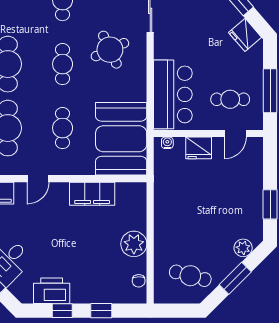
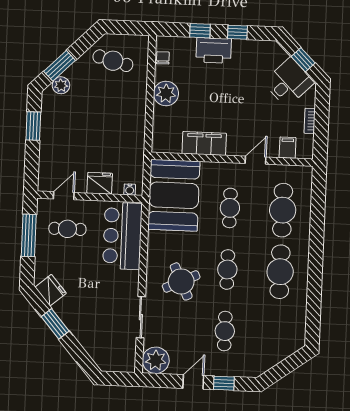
window: (235, 278) -> (60, 66), moved
printer: (52, 291) -> (214, 50), moved

